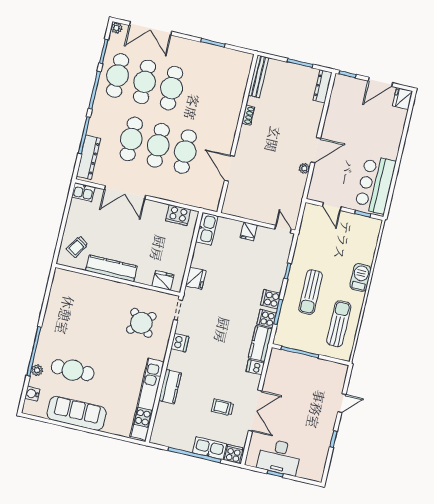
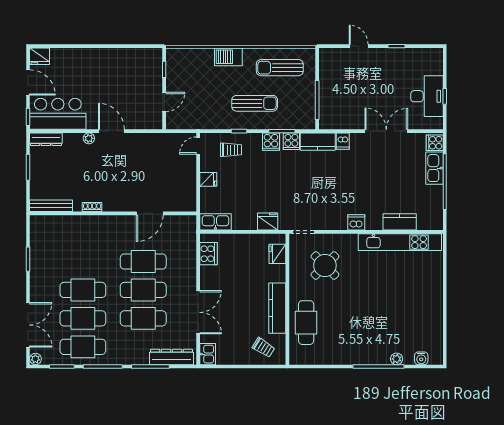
plant: (304, 168) -> (89, 138), moved
bar counter: (375, 184) -> (58, 114), moved, turned 180
dishwasher: (180, 343) -> (356, 222), moved
cafe table: (73, 370) -> (306, 323), moved
kitchen counter: (170, 387) -> (400, 222), moved
trolley: (222, 407) -> (231, 150), moved, turned -90
sofa: (77, 413) -> (430, 309), removed

